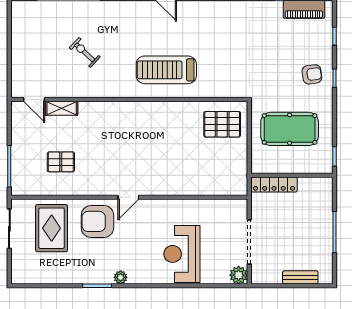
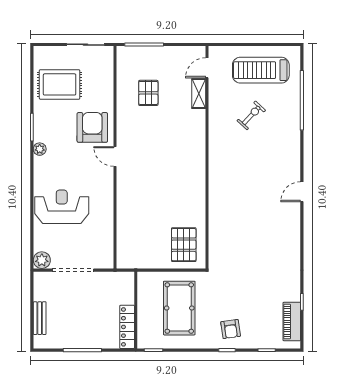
treadmill: (166, 70) -> (261, 70), moved, turned -90
locker: (274, 184) -> (127, 327), moved
rug: (52, 228) -> (60, 84), moved

